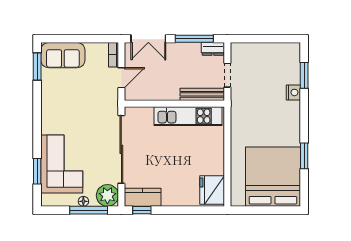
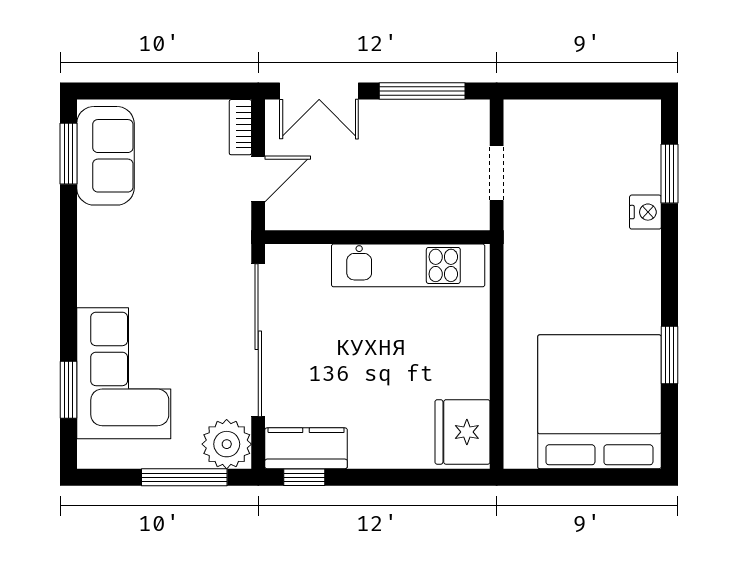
dresser: (213, 49) -> (464, 114), removed
sofa: (63, 55) -> (105, 156), moved, turned -90
bench: (202, 94) -> (440, 216), removed
floor lamp: (83, 201) -> (173, 457), removed

